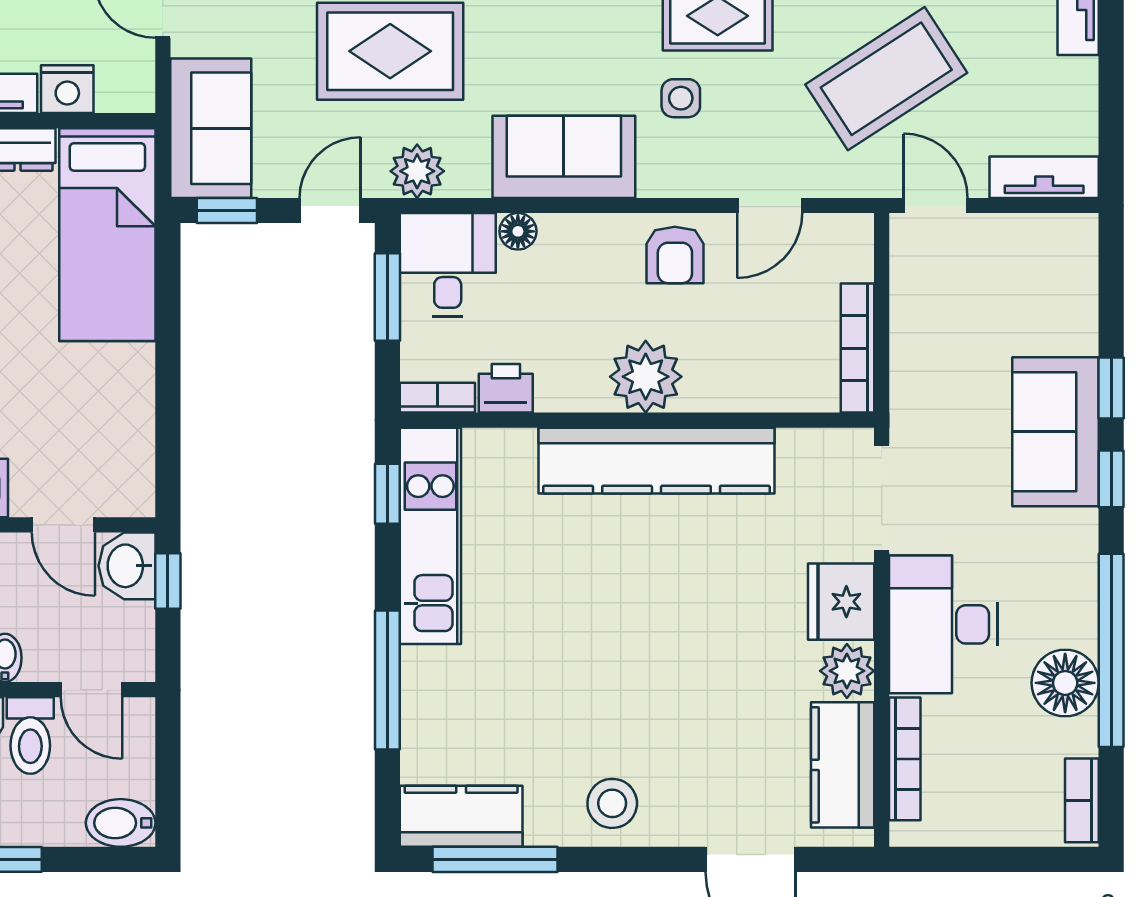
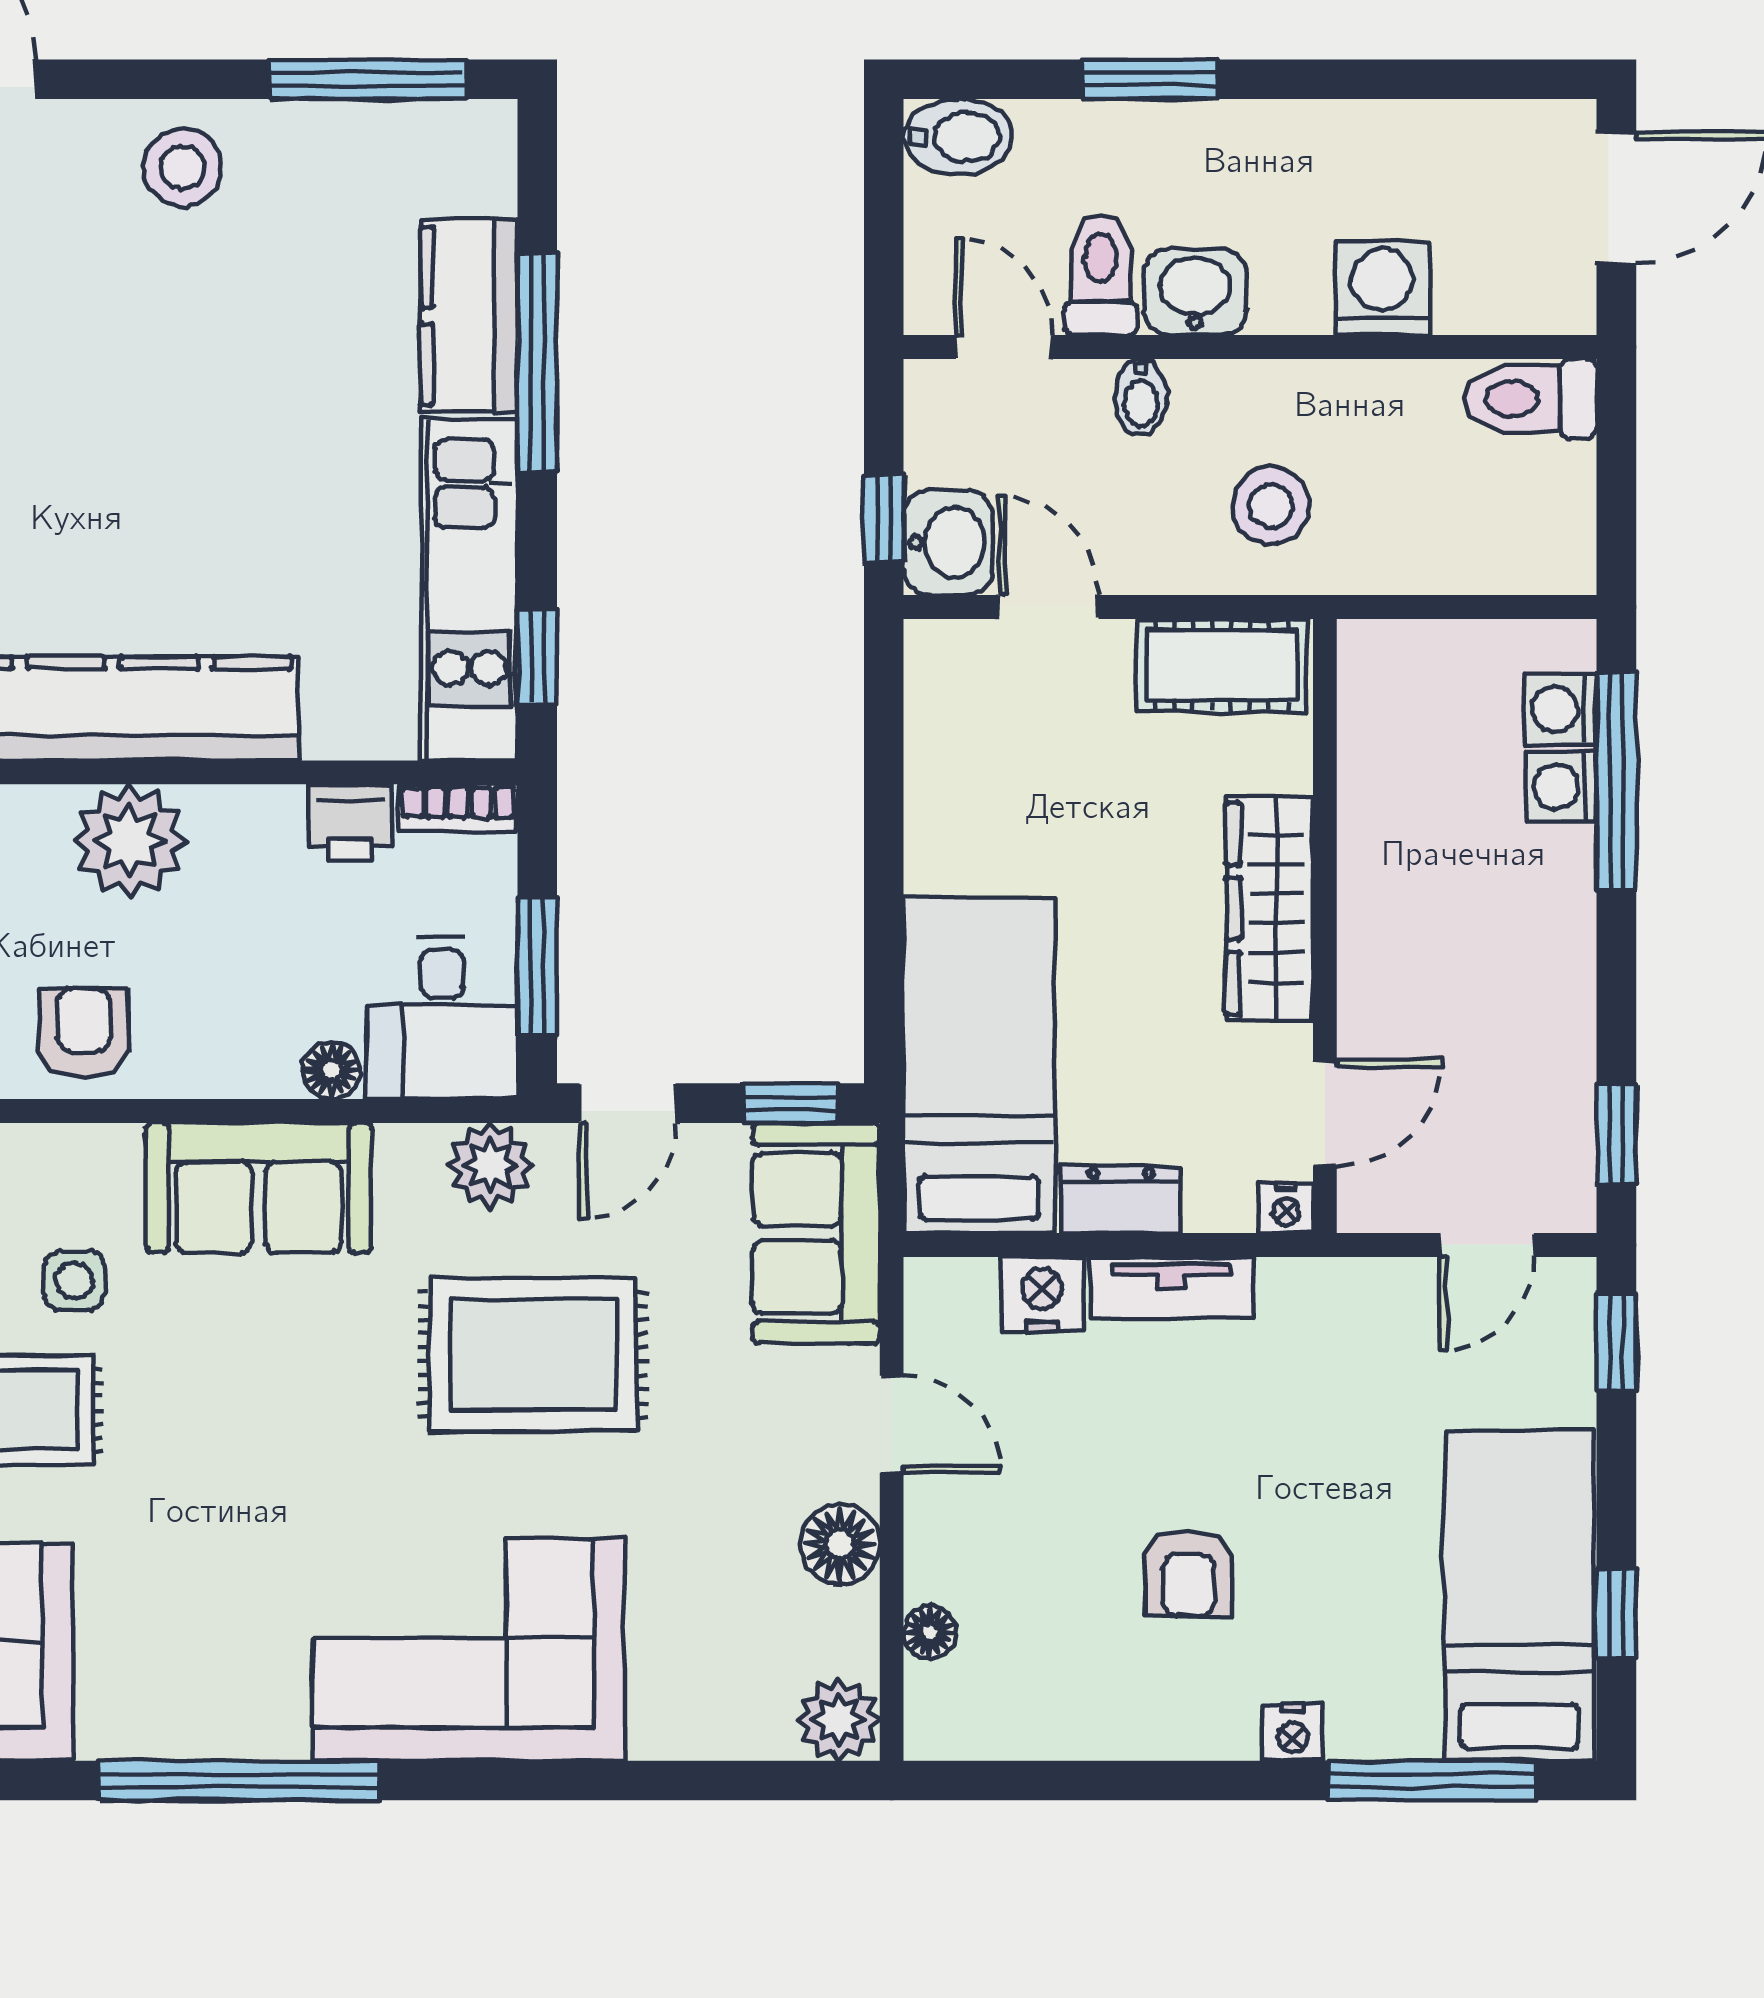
kitchen counter: (461, 816) -> (469, 316), moved, turned 90

